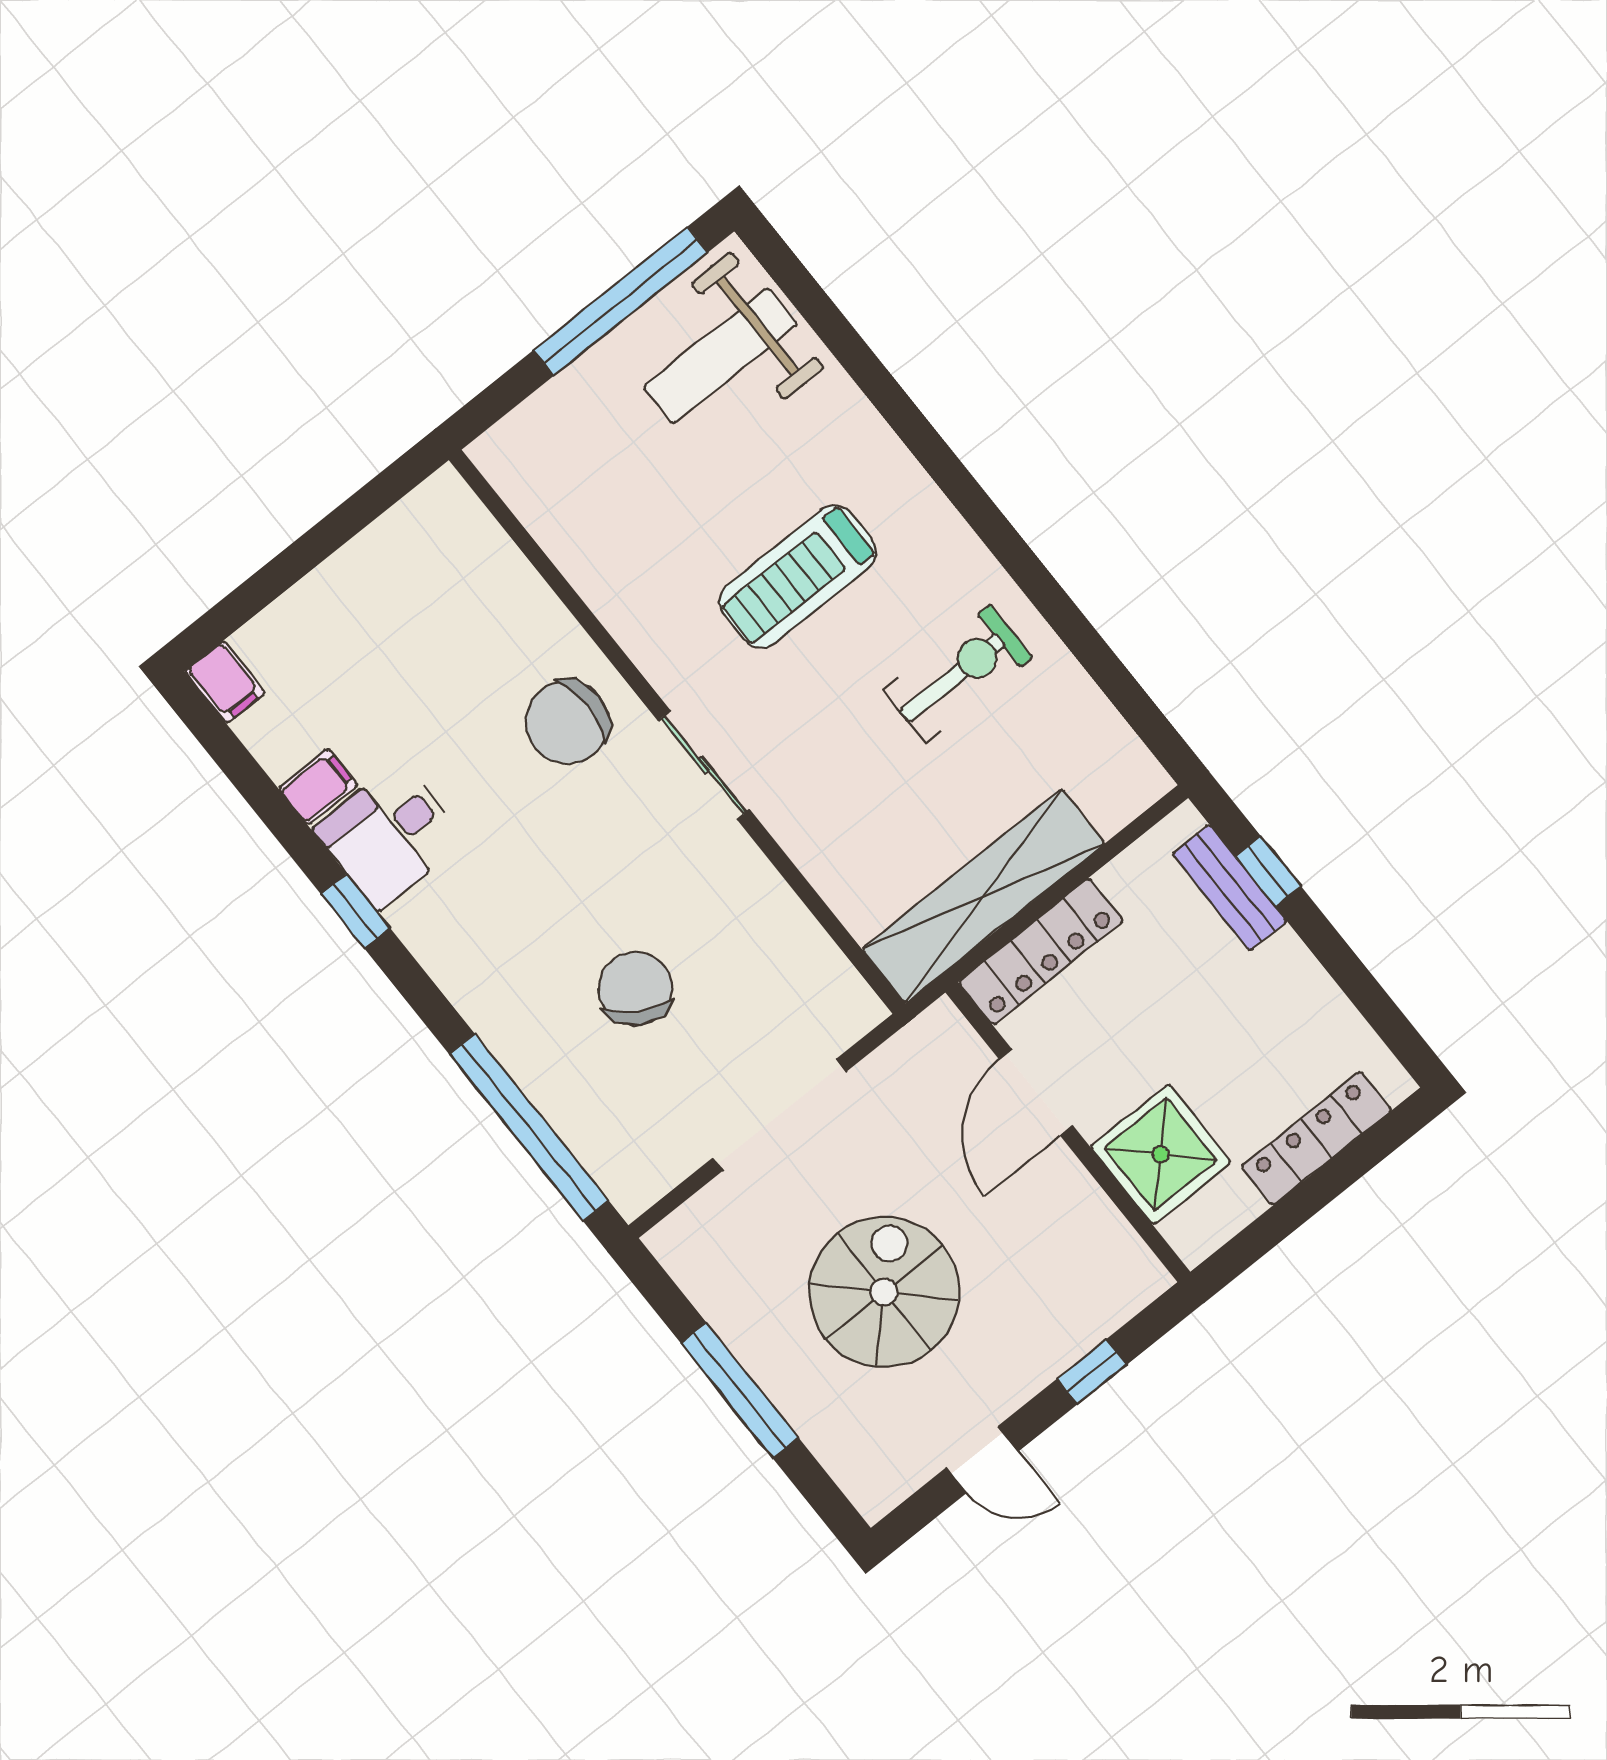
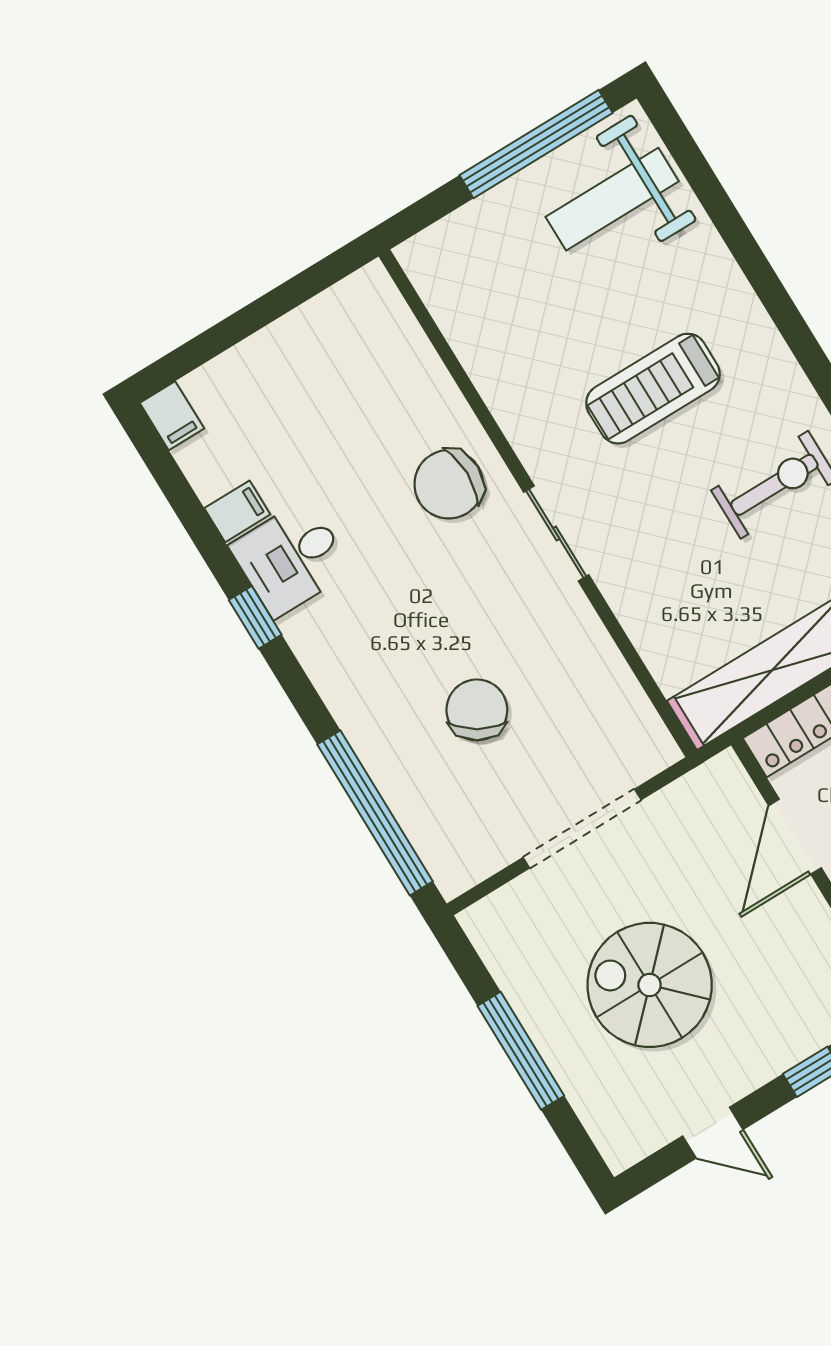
spiral stairs: (884, 1292) -> (650, 985), turned -90

